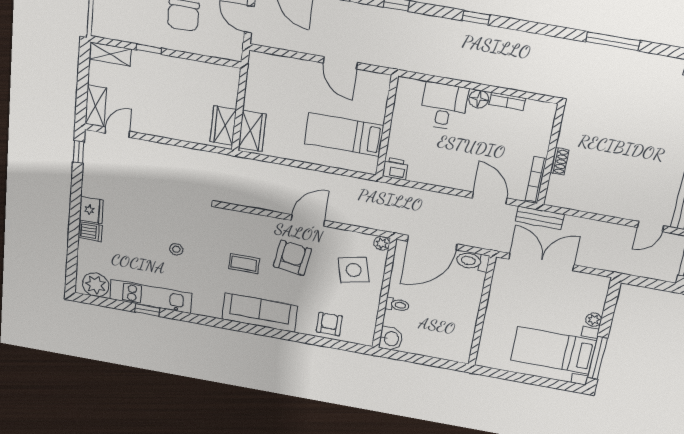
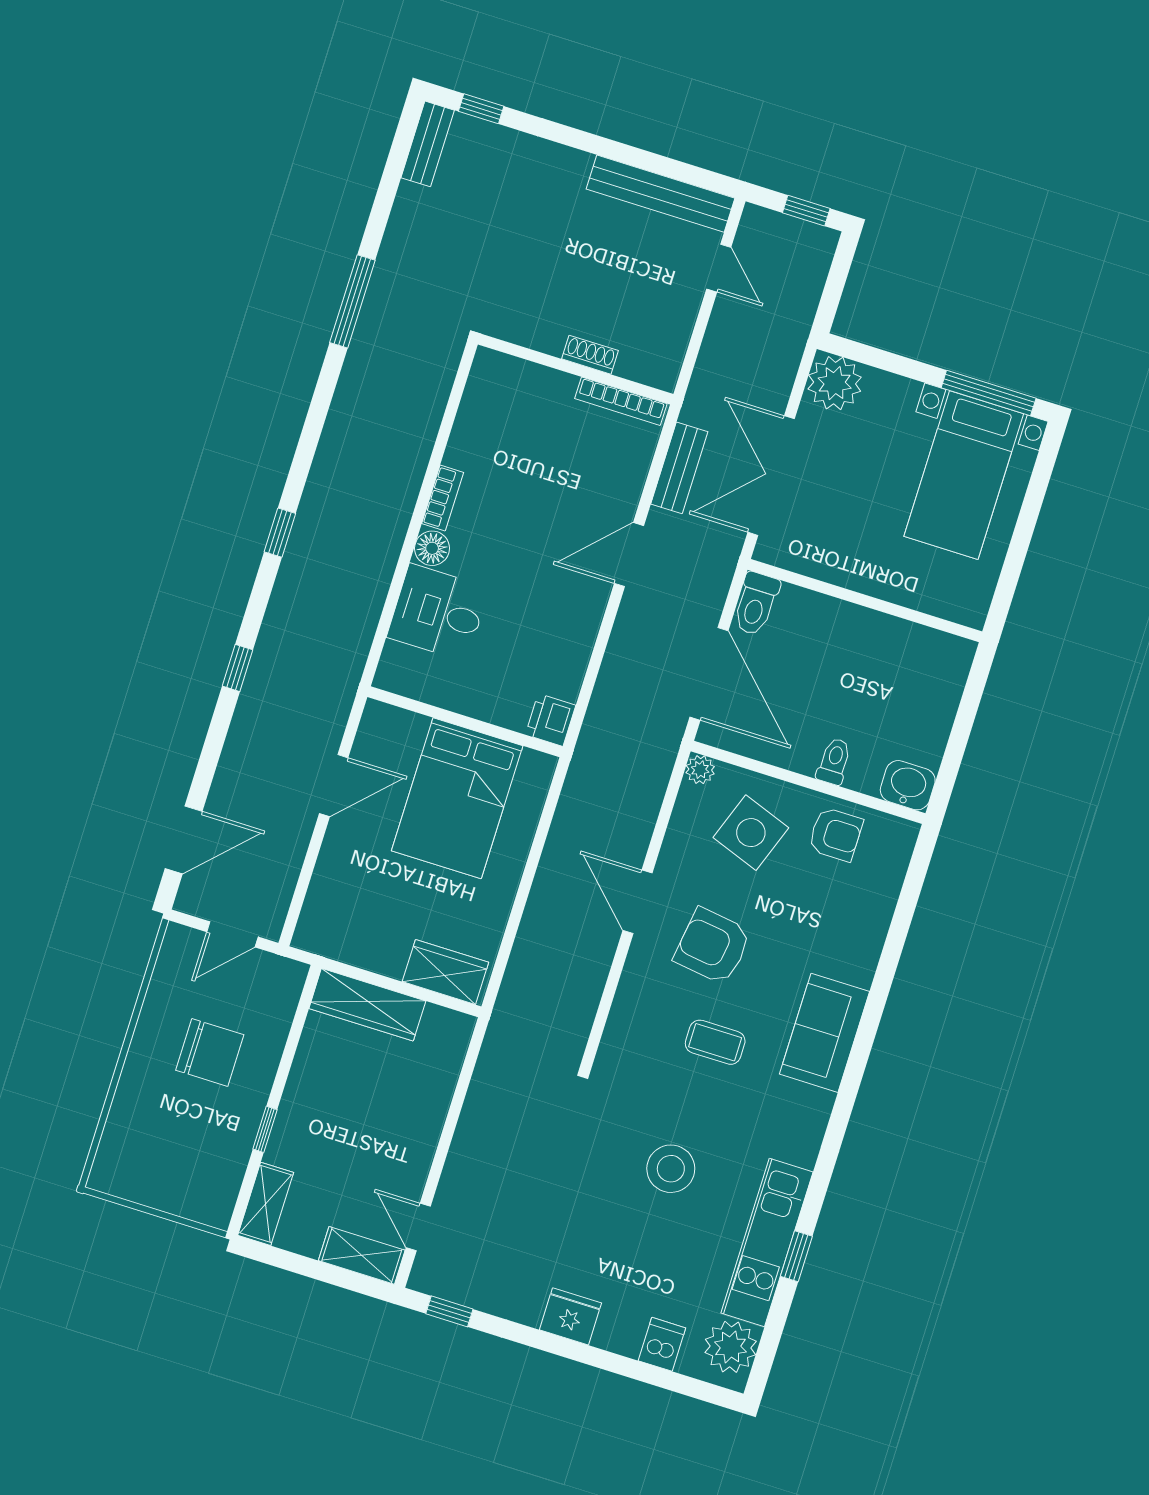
wardrobe: (223, 126) -> (367, 1005), moved, width x1.50
bed: (344, 135) -> (457, 798), width x1.50
wall: (551, 155) -> (576, 369), moved
shoe rack: (560, 161) -> (590, 355), moved
bookcase: (536, 179) -> (621, 401), moved
dishwasher: (90, 231) -> (662, 1344), moved
stool: (176, 249) -> (671, 1169), width x1.89, depth x1.89
coffee table: (244, 264) -> (715, 1042), turned 90
side table: (354, 270) -> (751, 833), turned 33
sofa: (260, 313) -> (825, 1033), width x0.73
plant: (594, 320) -> (835, 383), moved, width x1.88, depth x1.88
armchair: (329, 324) -> (836, 834), moved, turned 180

